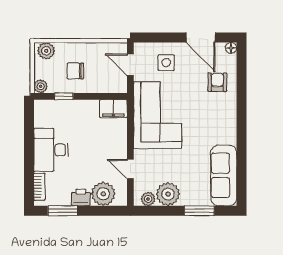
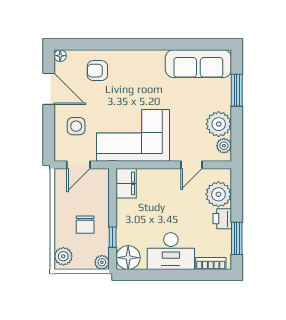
door: (201, 37) -> (49, 89), hinge flipped
floor lamp: (45, 111) -> (128, 258), added

